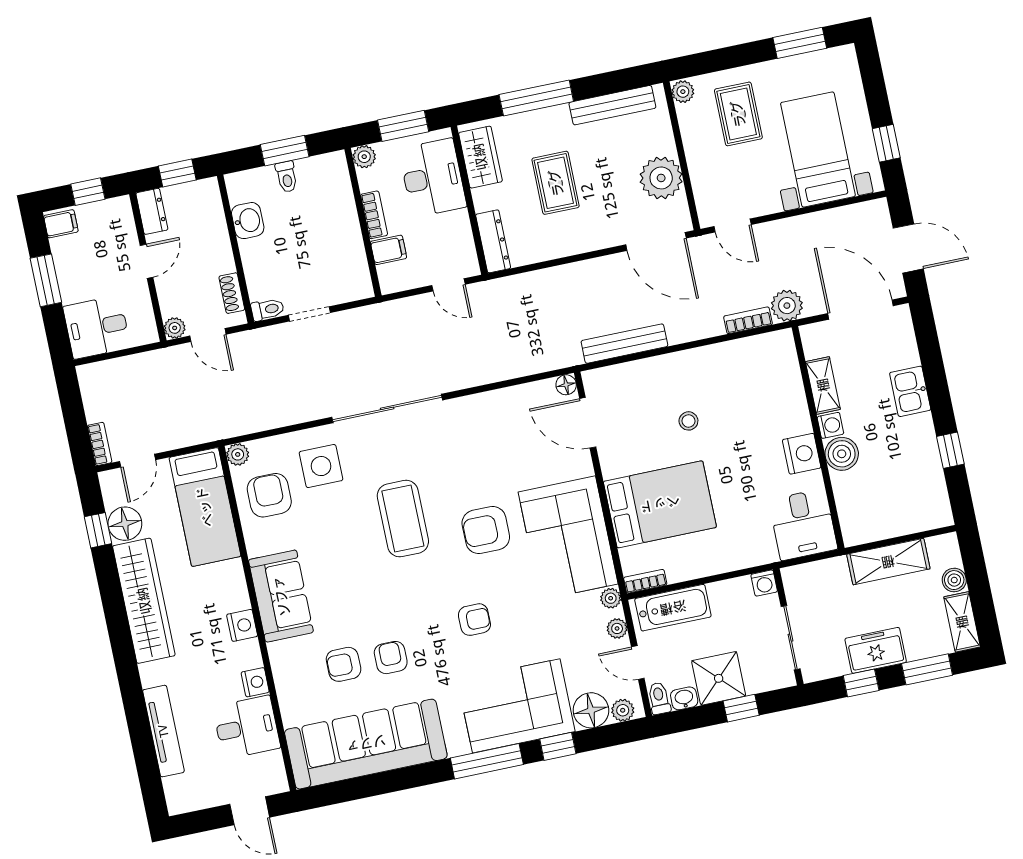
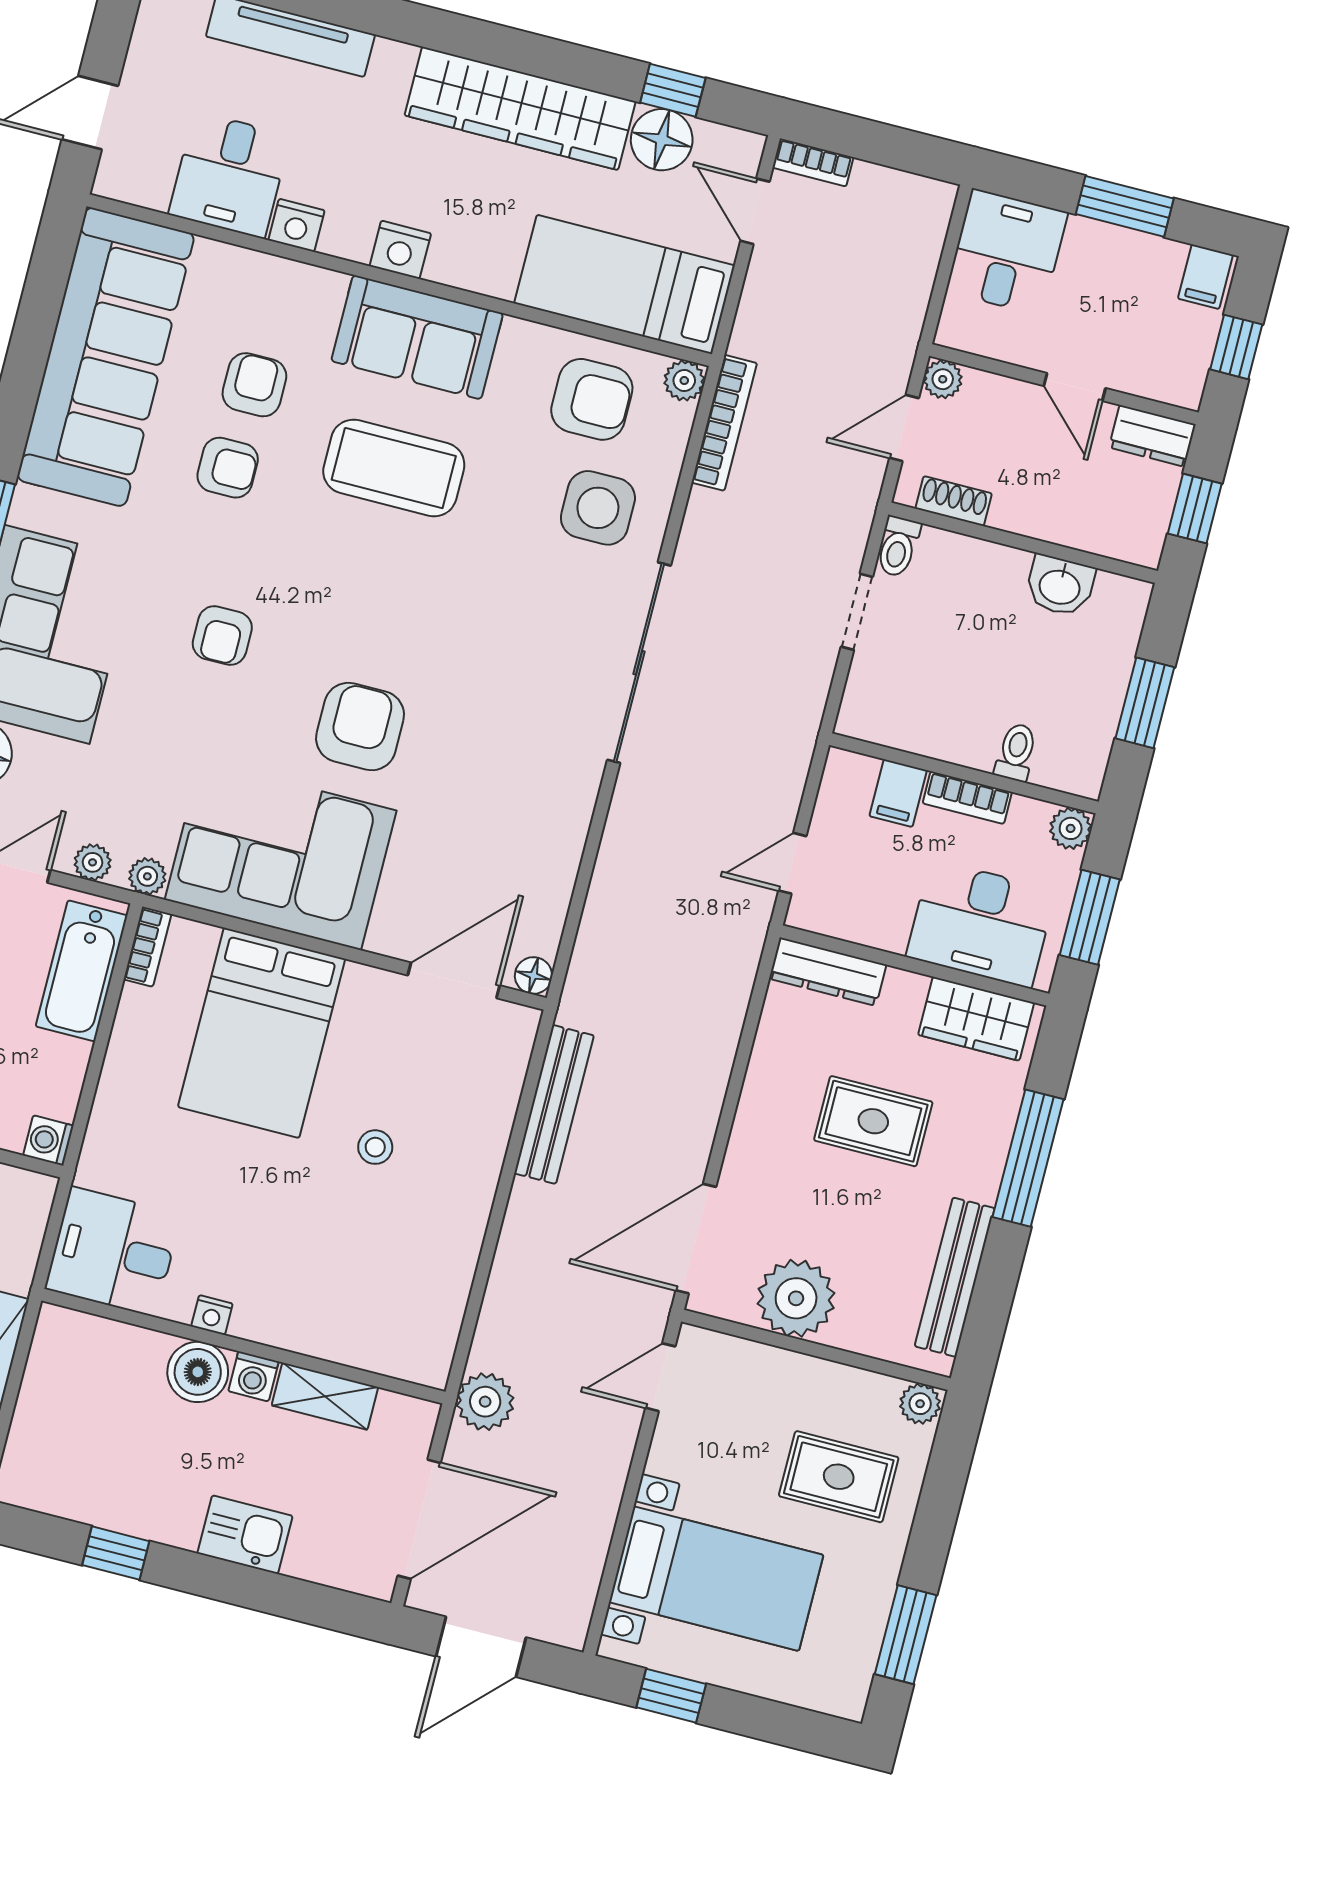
toilet: (287, 177) -> (1016, 752), moved, turned 90
bookcase: (748, 320) -> (724, 423), moved, width x1.56
nightstand: (802, 454) -> (212, 1315), width x0.53, depth x0.56
coffee table: (403, 519) -> (394, 468), moved

